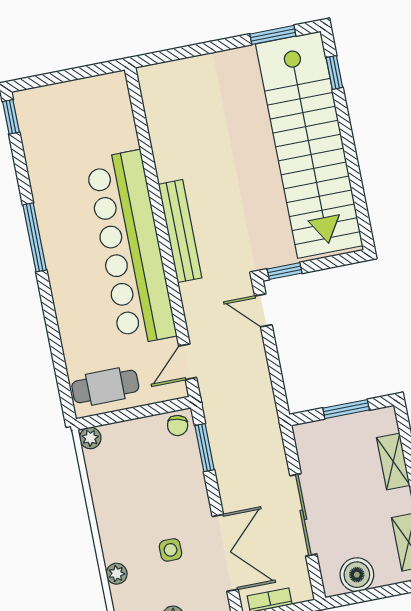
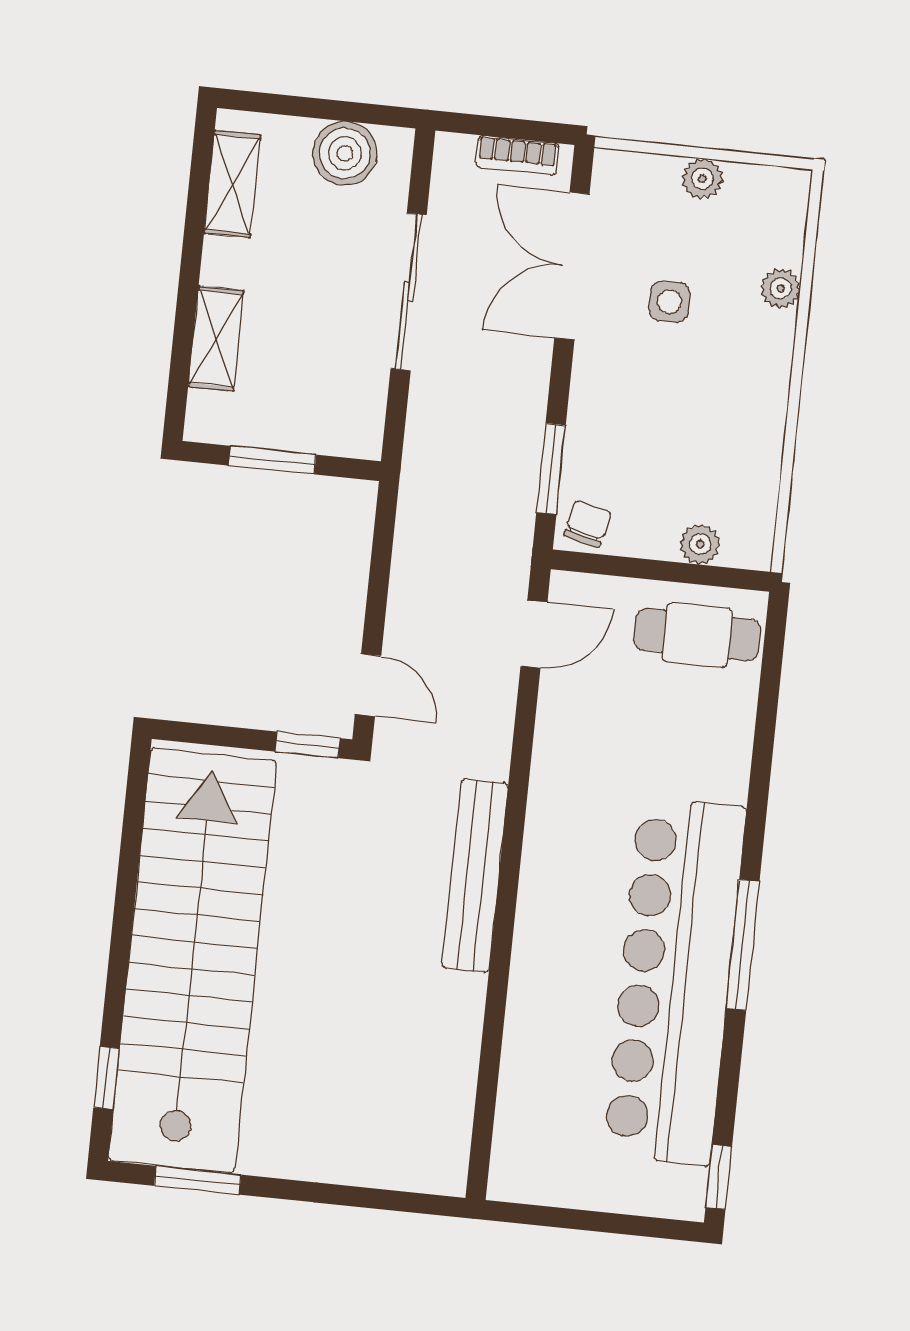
bar counter: (131, 248) -> (675, 981), moved, turned 180
plant: (90, 438) -> (700, 544), moved

